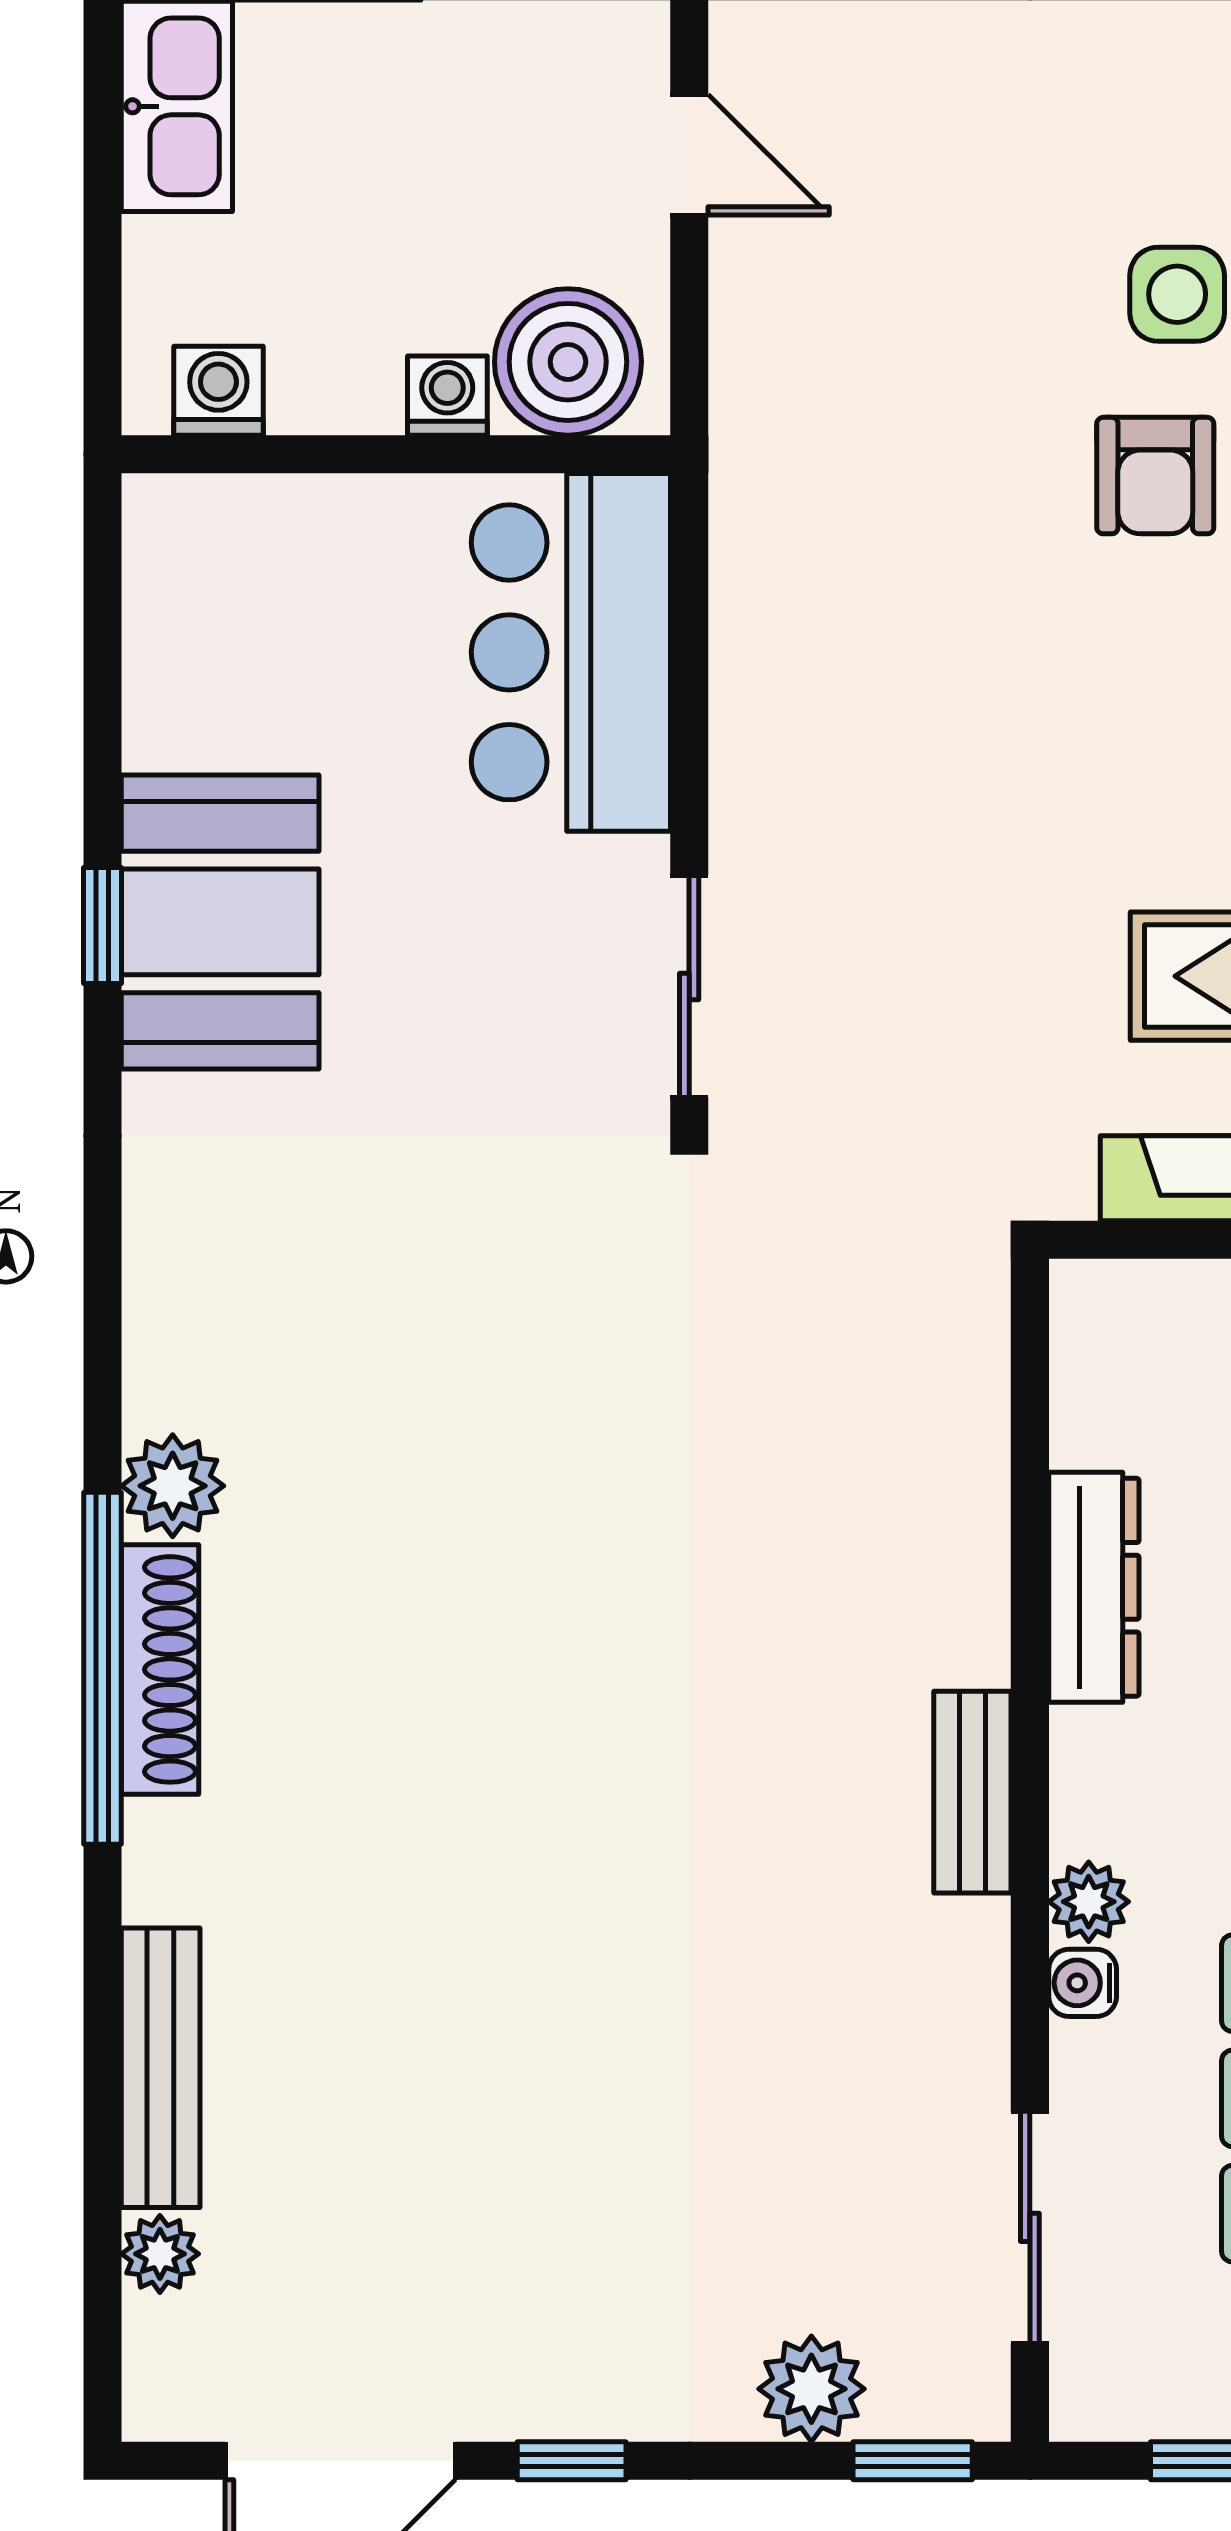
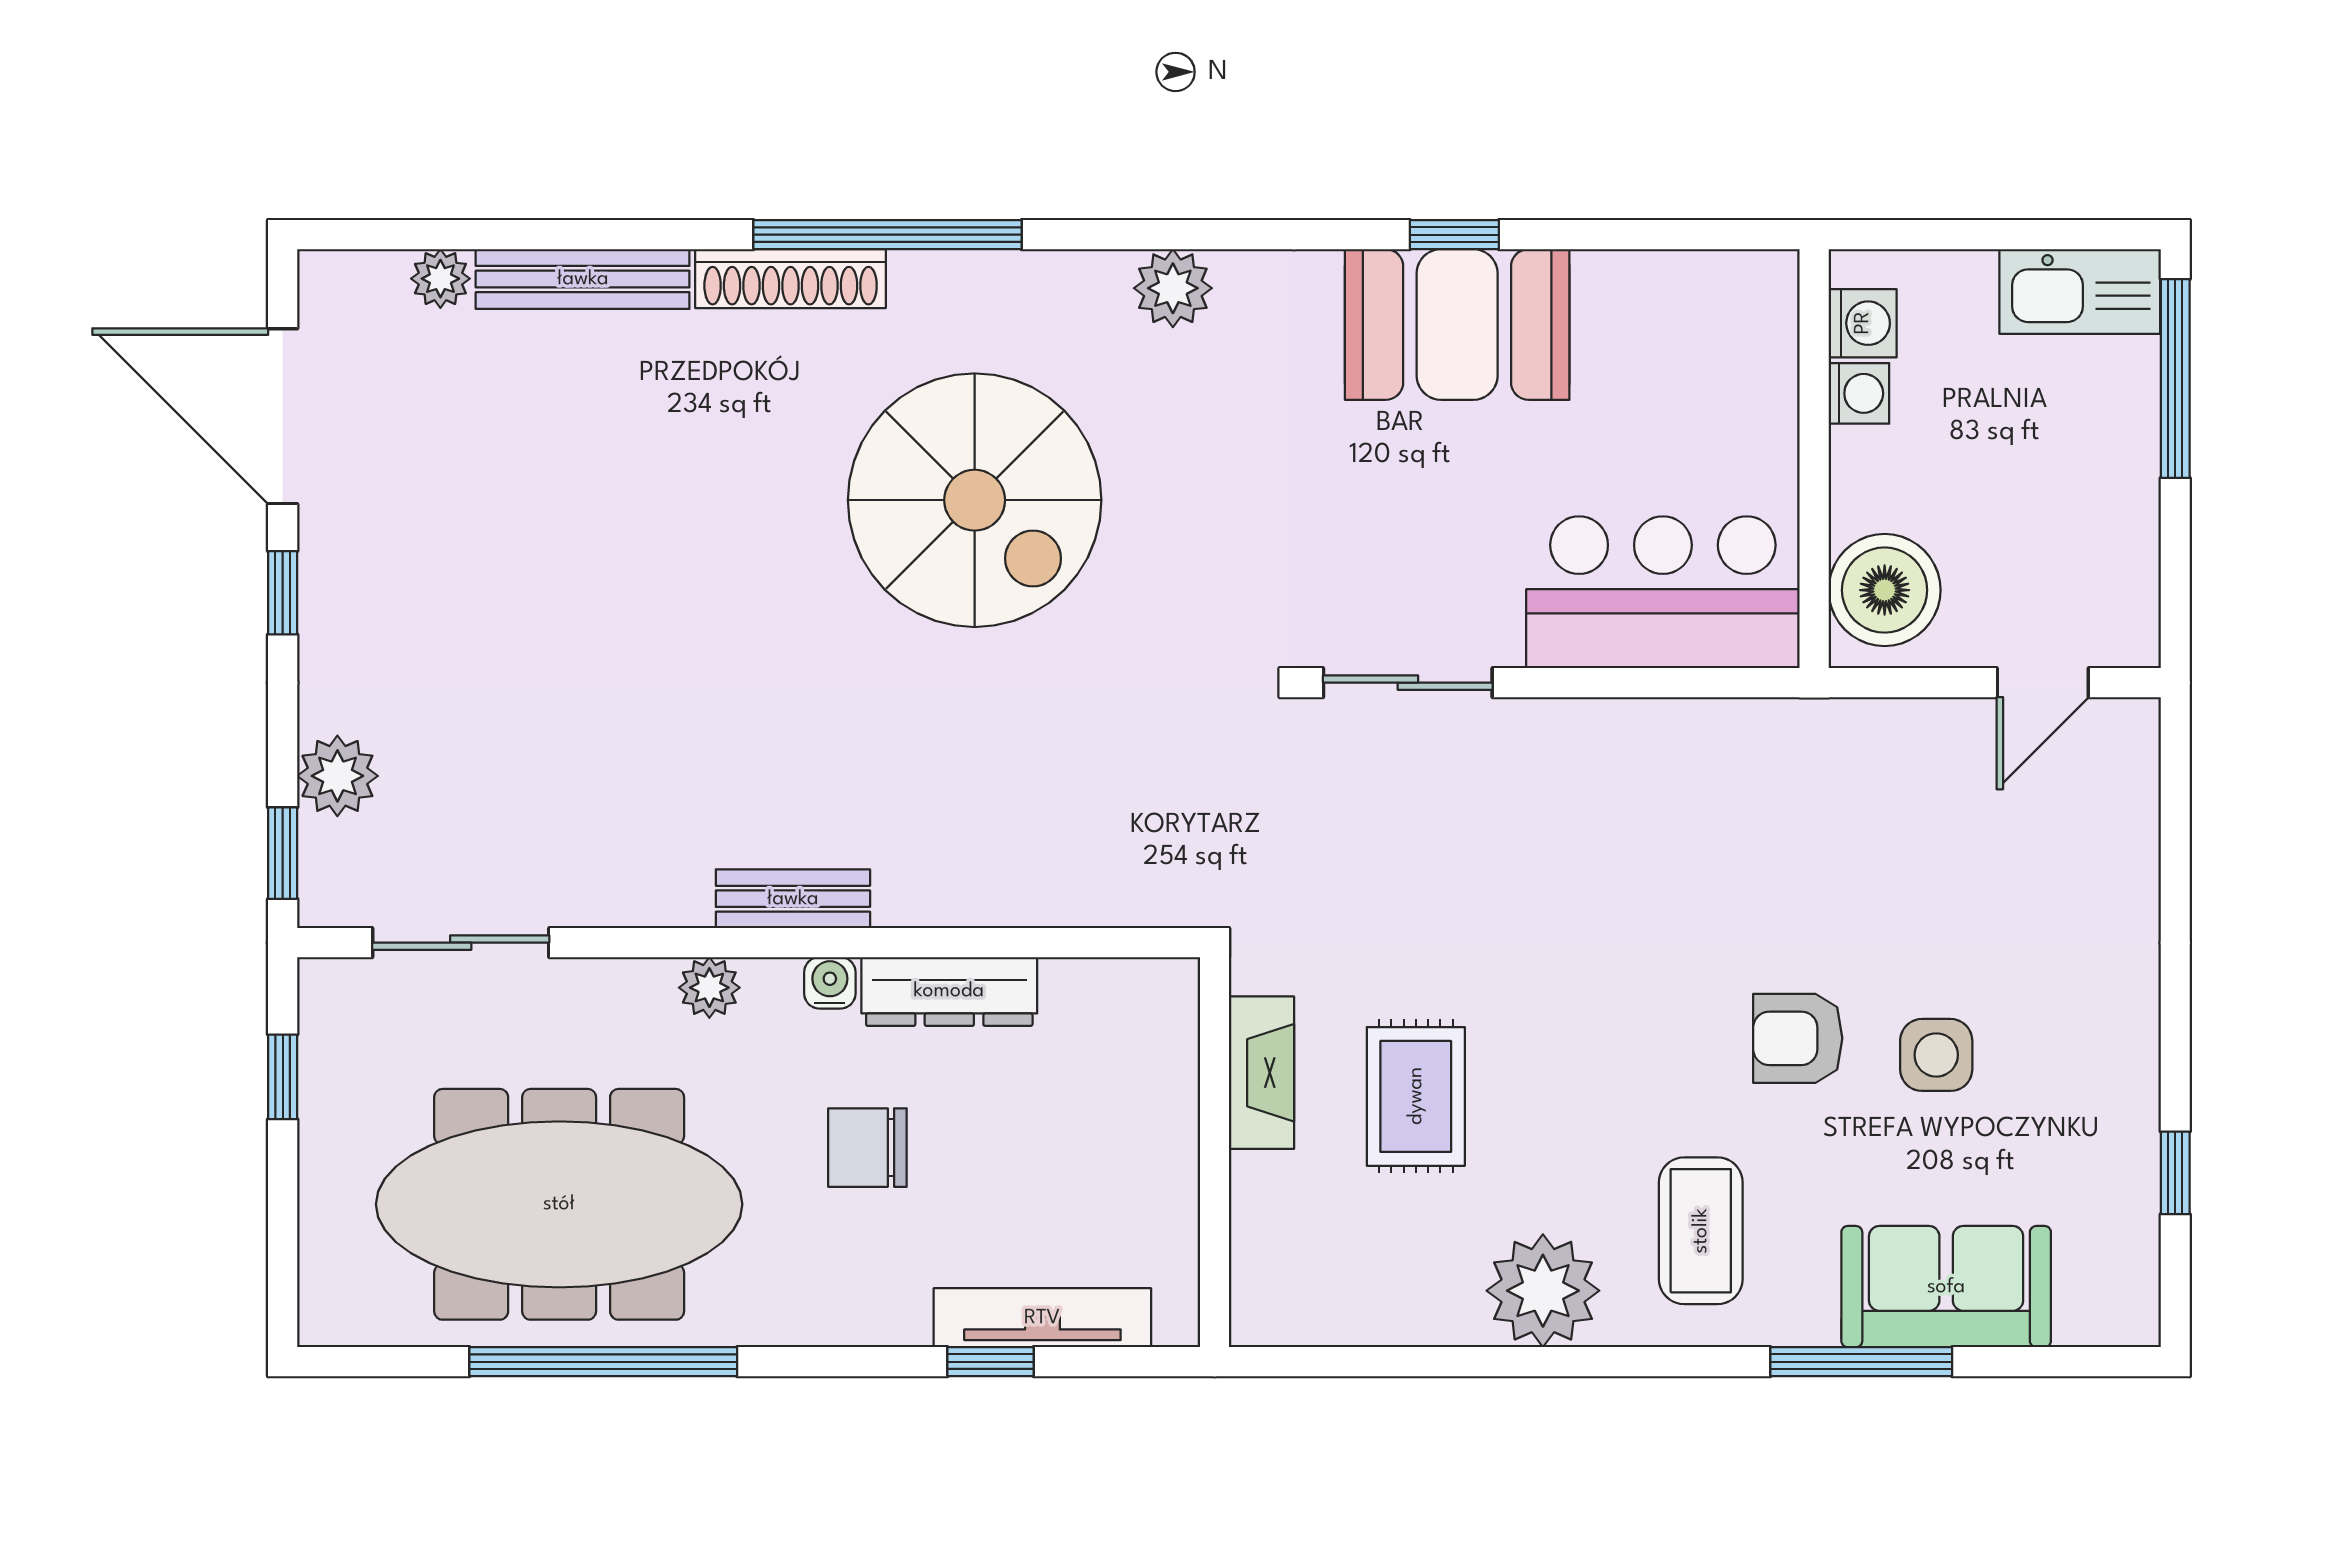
washing machine: (447, 396) -> (1859, 393), moved
plant: (173, 1486) -> (1173, 288), moved
spiral stairs: (450, 1554) -> (975, 500), added
shoe rack: (160, 1669) -> (791, 279), moved
water cooler: (1083, 1983) -> (830, 983), moved

